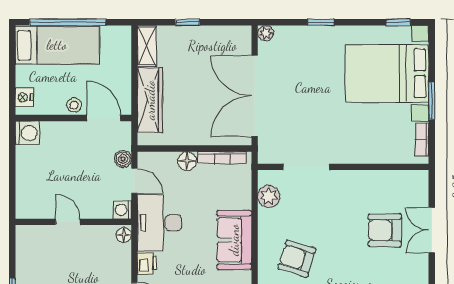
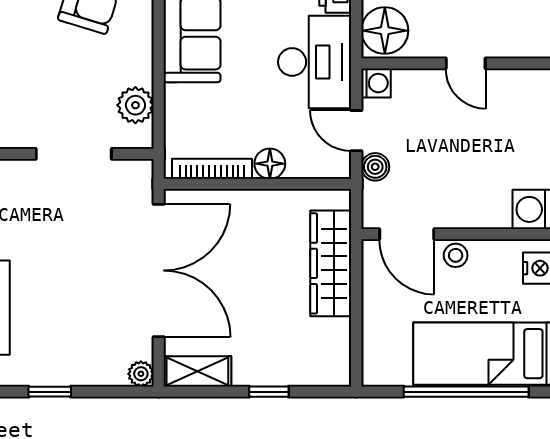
shelving: (147, 46) -> (197, 371), moved, turned 90
floor lamp: (124, 235) -> (385, 31), width x1.89, depth x1.89

